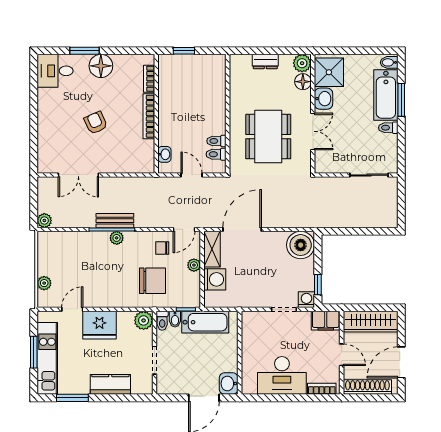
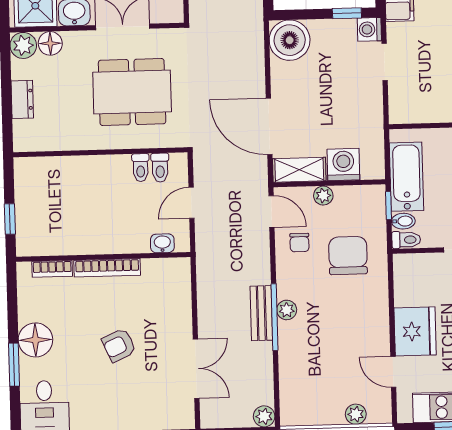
plant: (144, 320) -> (406, 267), removed

